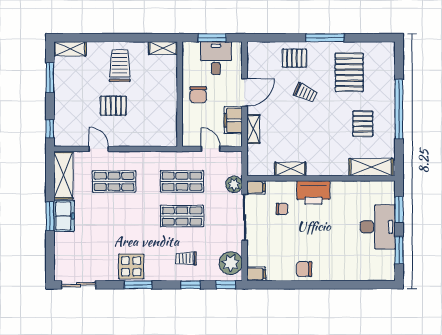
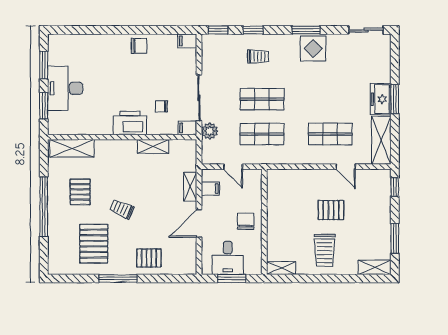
trolley: (305, 93) -> (122, 209), moved
filing cabinet: (233, 120) -> (210, 189), width x0.50
plant: (231, 263) -> (213, 52), removed

